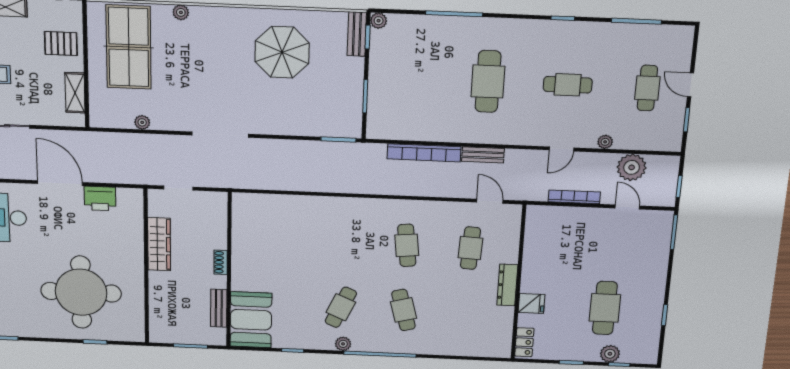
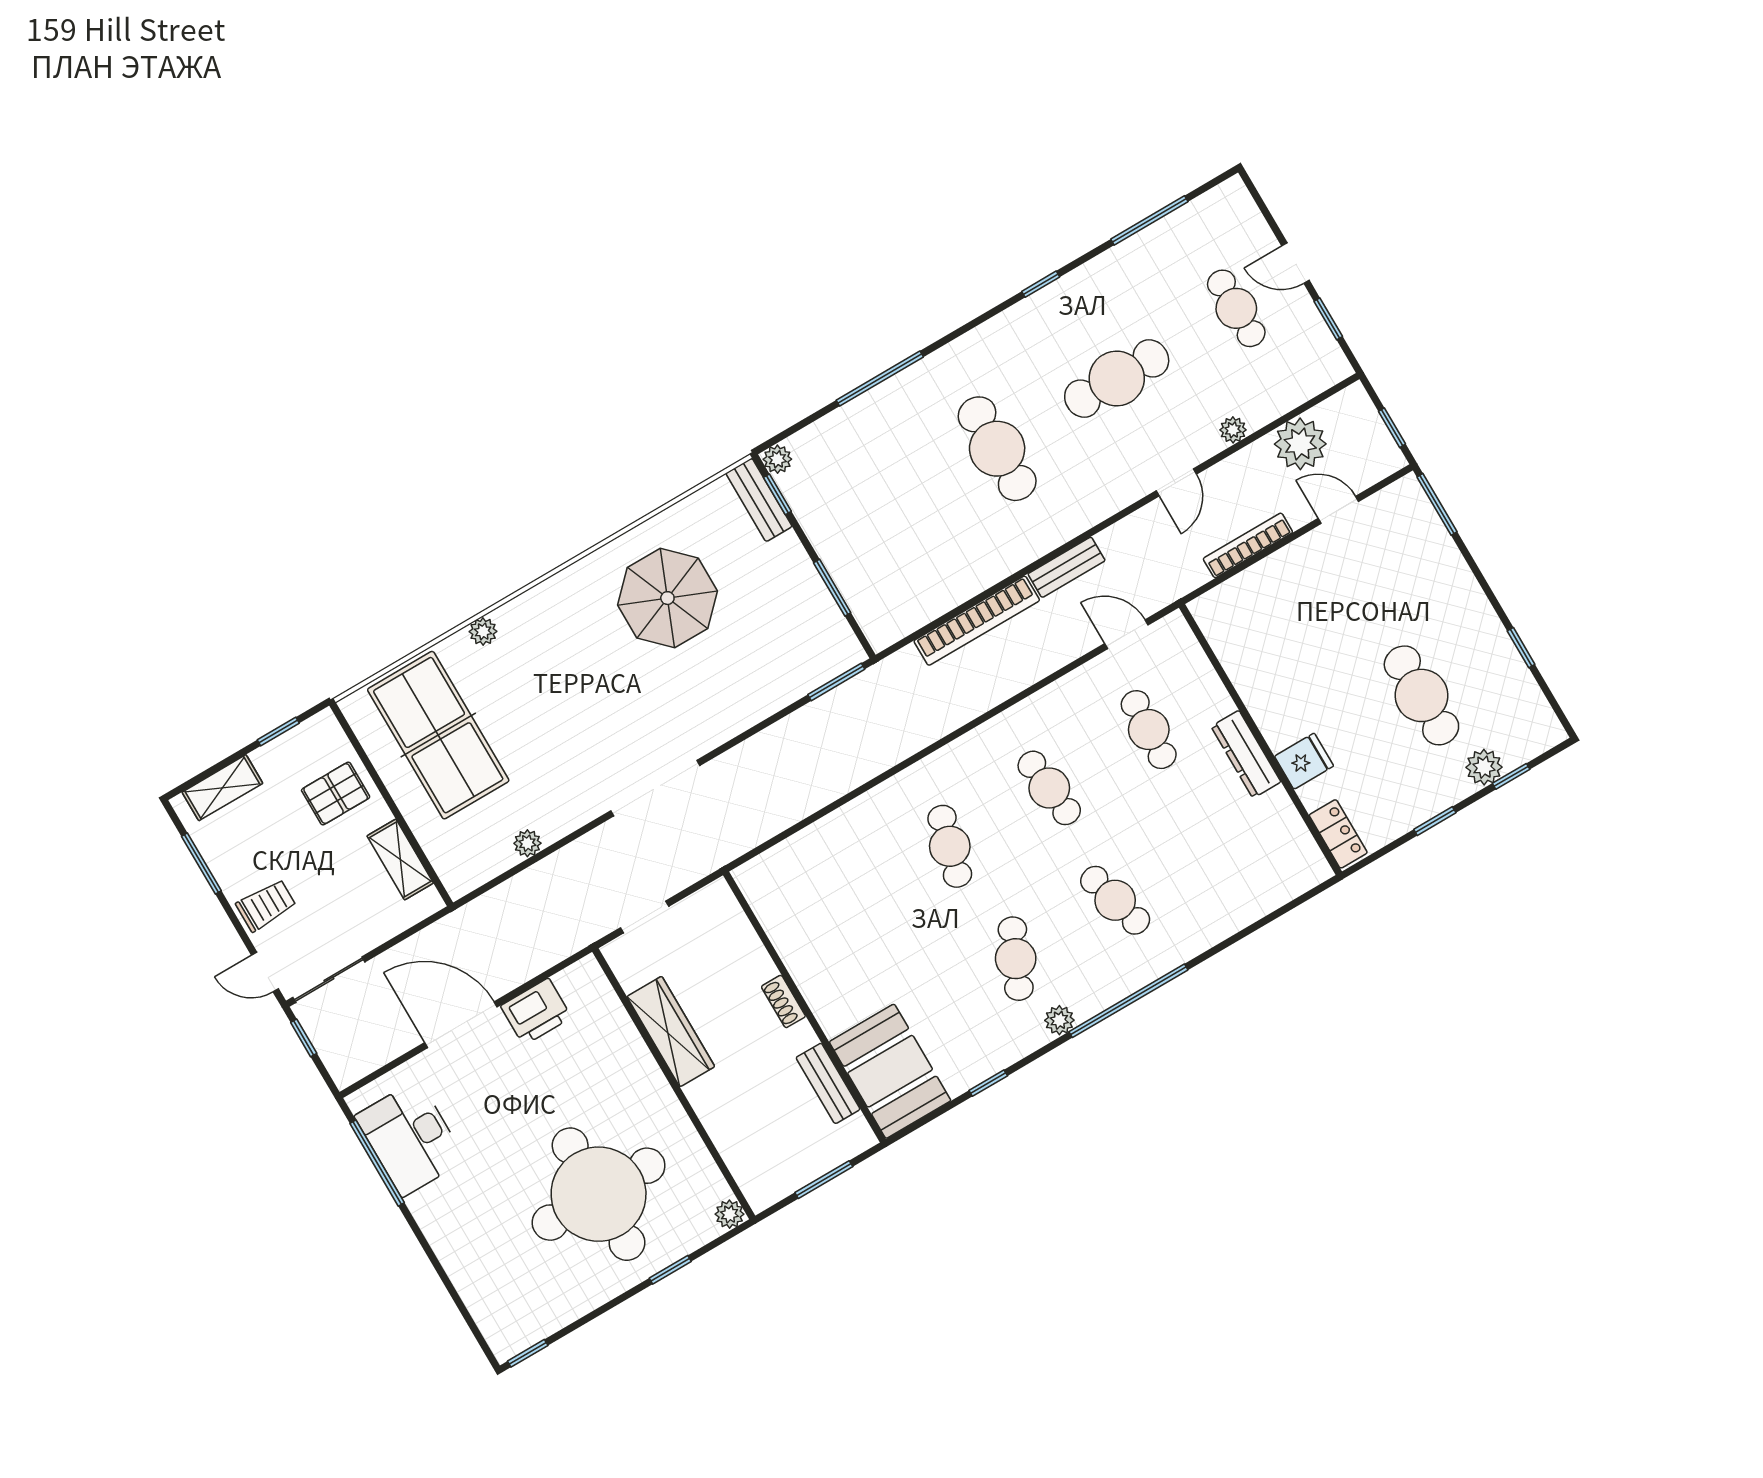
cafe table: (568, 85) -> (1117, 378), width x1.37, depth x1.35
cafe table: (343, 243) -> (950, 846), added
plant: (137, 335) -> (730, 1214), added

